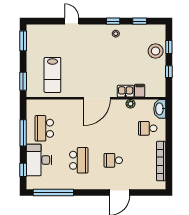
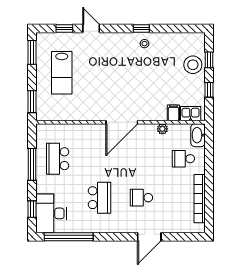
window: (140, 21) -> (64, 28), moved
lab bench: (52, 75) -> (62, 73), moved
kitchen sink: (126, 91) -> (191, 114), moved
desk: (39, 160) -> (51, 213), moved

